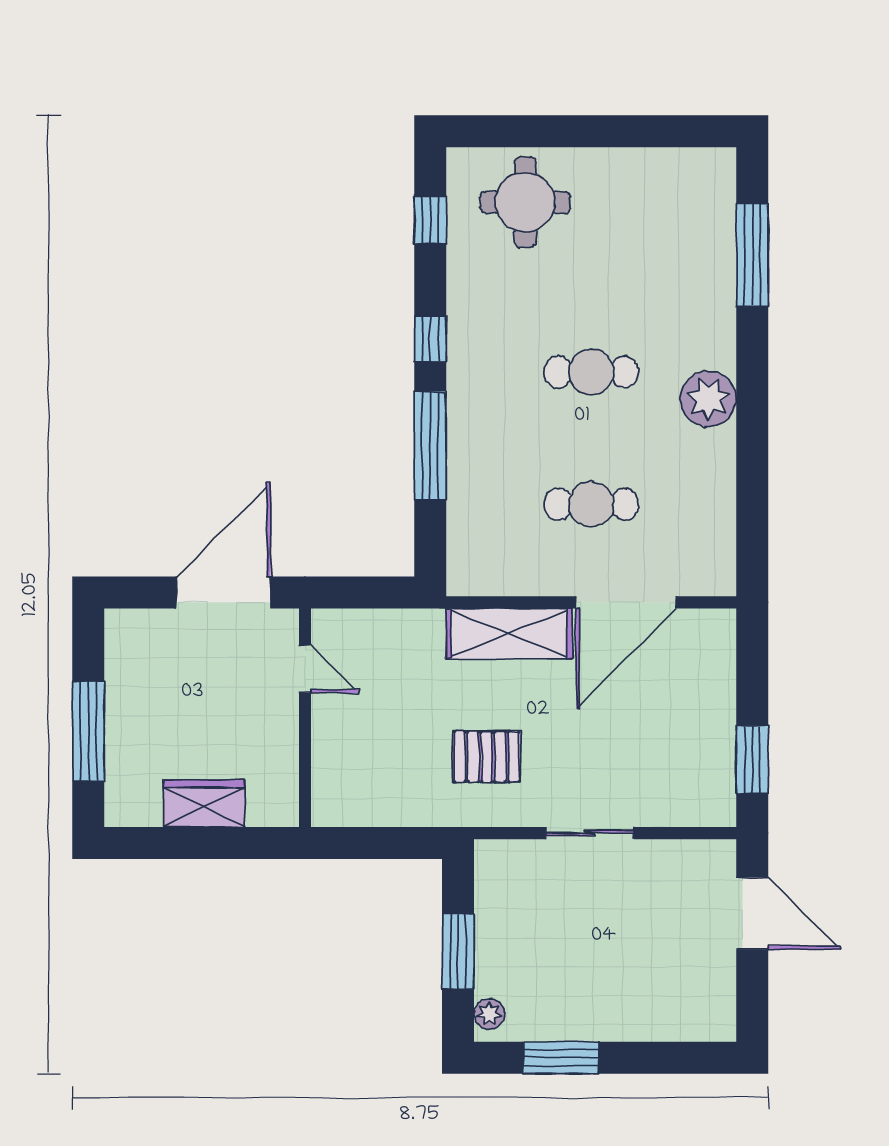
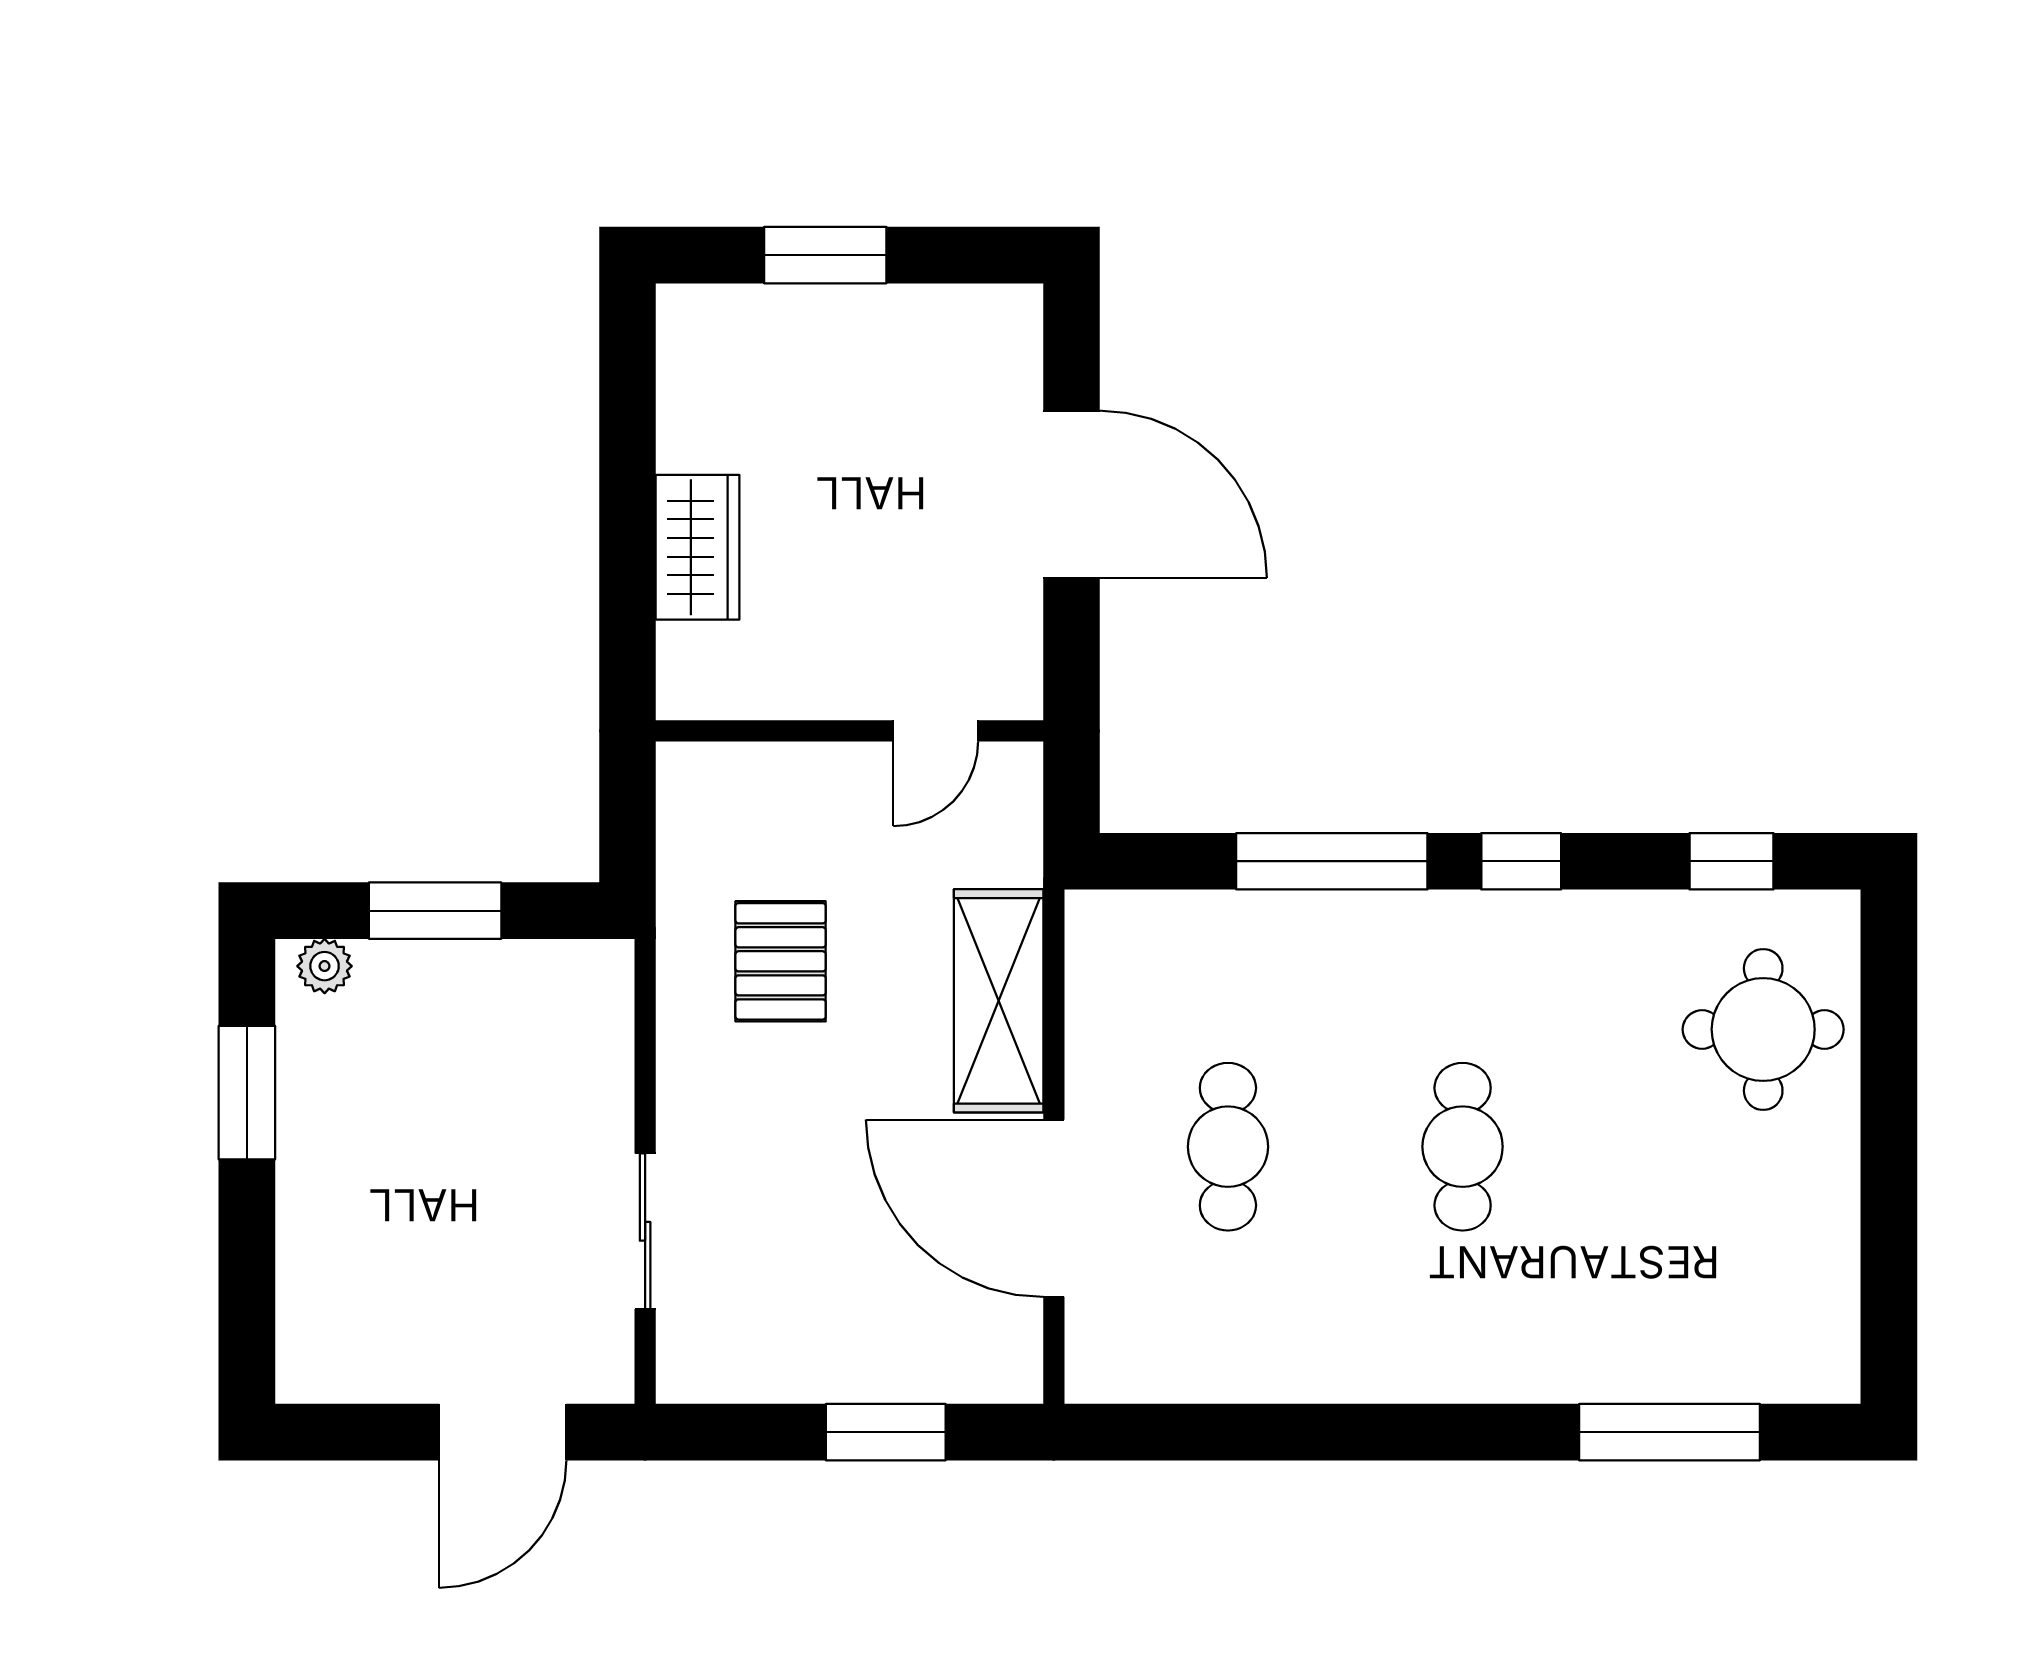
plant: (708, 399) -> (1415, 1354), removed
door: (305, 669) -> (936, 731), moved
wall: (305, 718) -> (849, 731), moved
window: (88, 731) -> (825, 255), width x0.69
window: (752, 760) -> (886, 1432), moved
wardrobe: (204, 803) -> (698, 547), moved
sliding door: (590, 833) -> (645, 1231), moved

